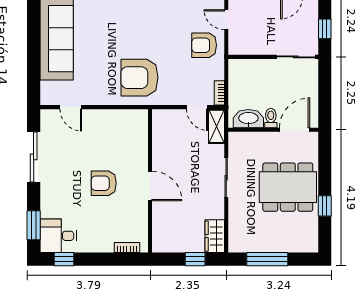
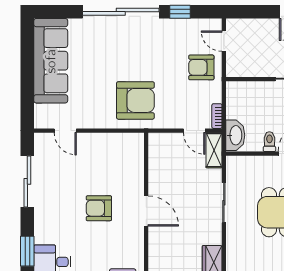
armchair: (139, 78) -> (135, 100), turned 180
washbasin: (248, 119) -> (235, 135), moved, turned 90

